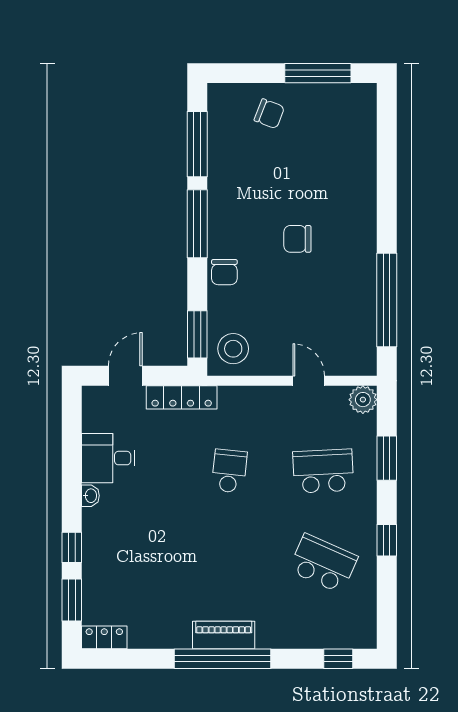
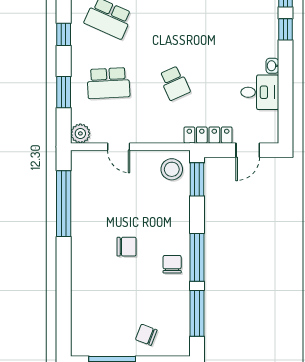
chair: (224, 272) -> (172, 264), moved
school desk: (229, 471) -> (175, 83), turned -30

